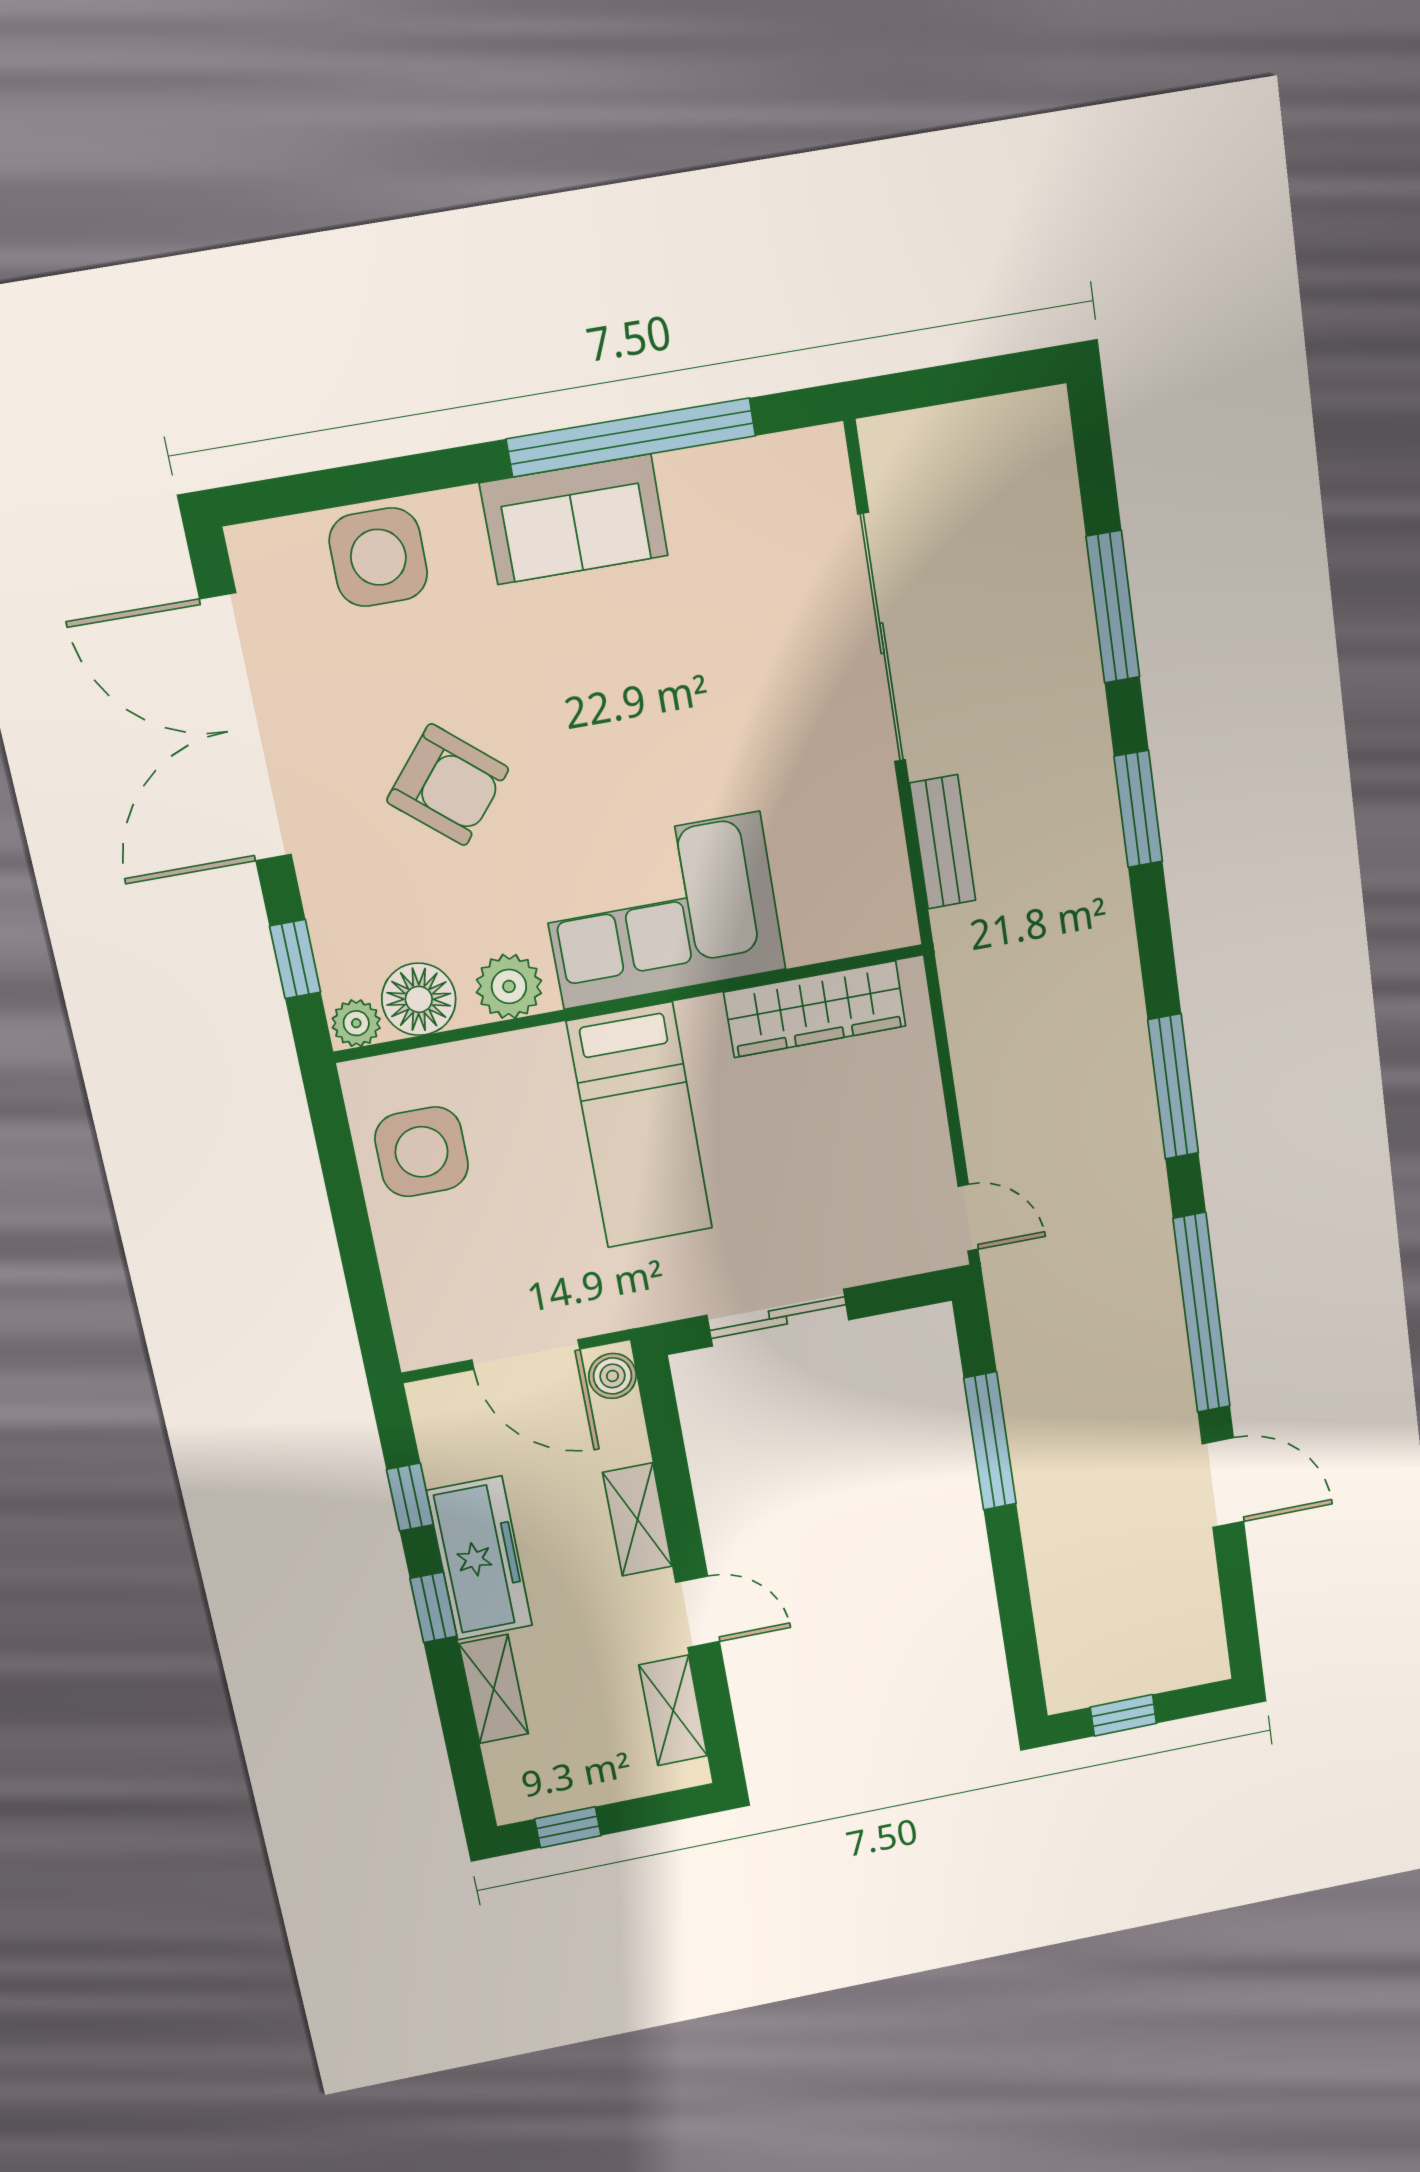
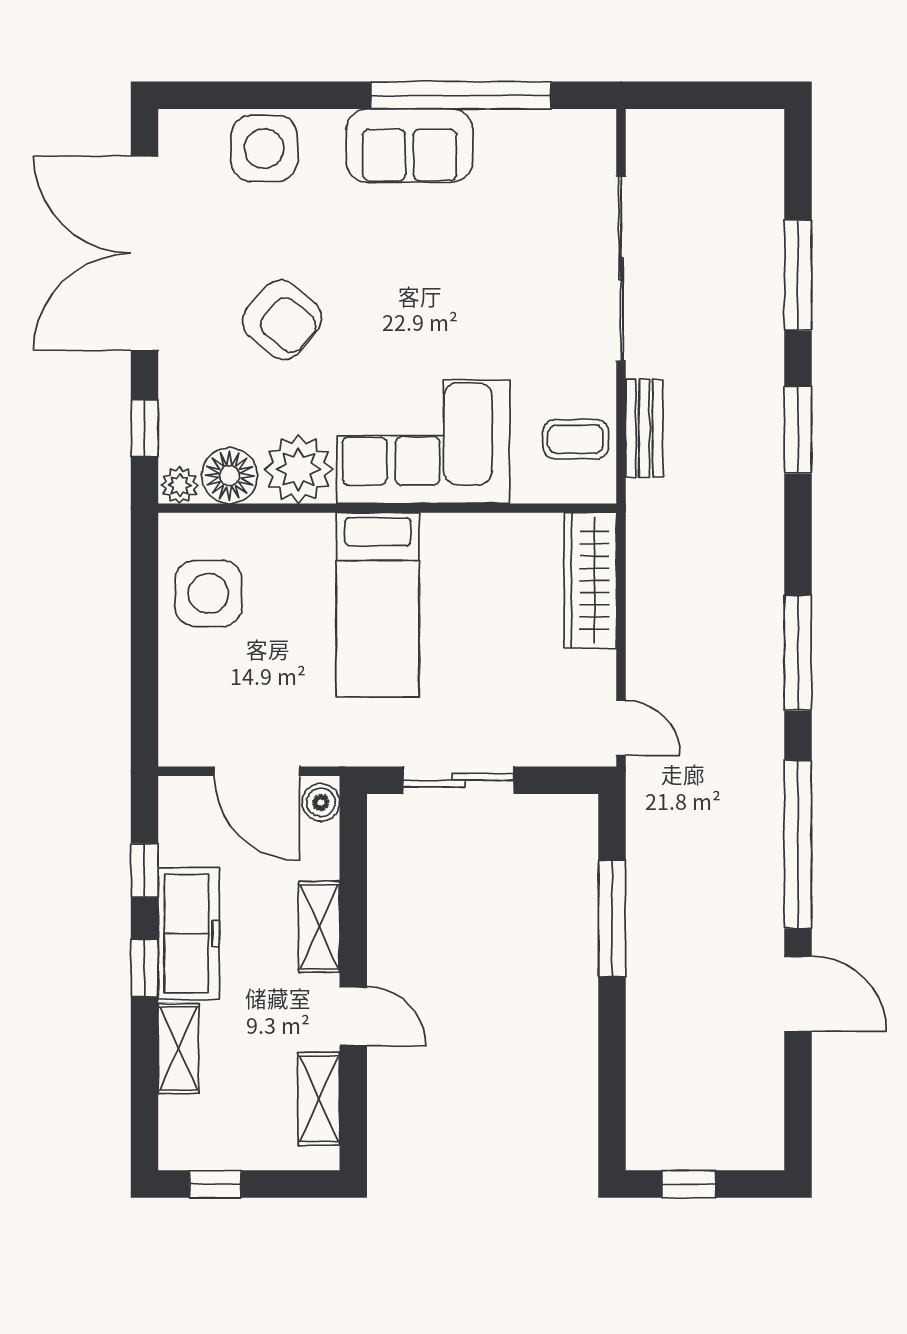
coffee table: (857, 872) -> (576, 439), added
plant: (509, 986) -> (299, 469), width x1.36, depth x1.36
wardrobe: (815, 1009) -> (590, 580), moved, turned 90

